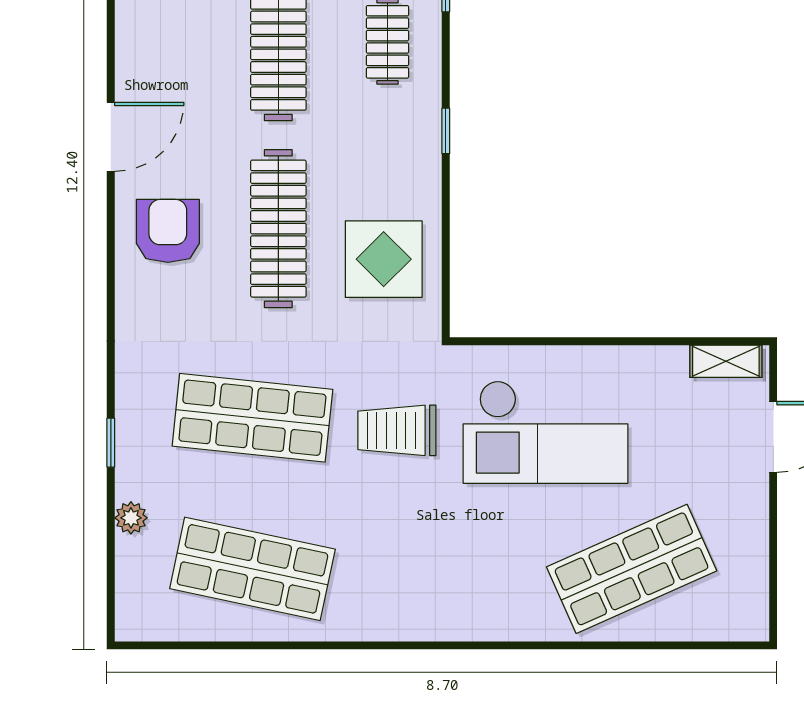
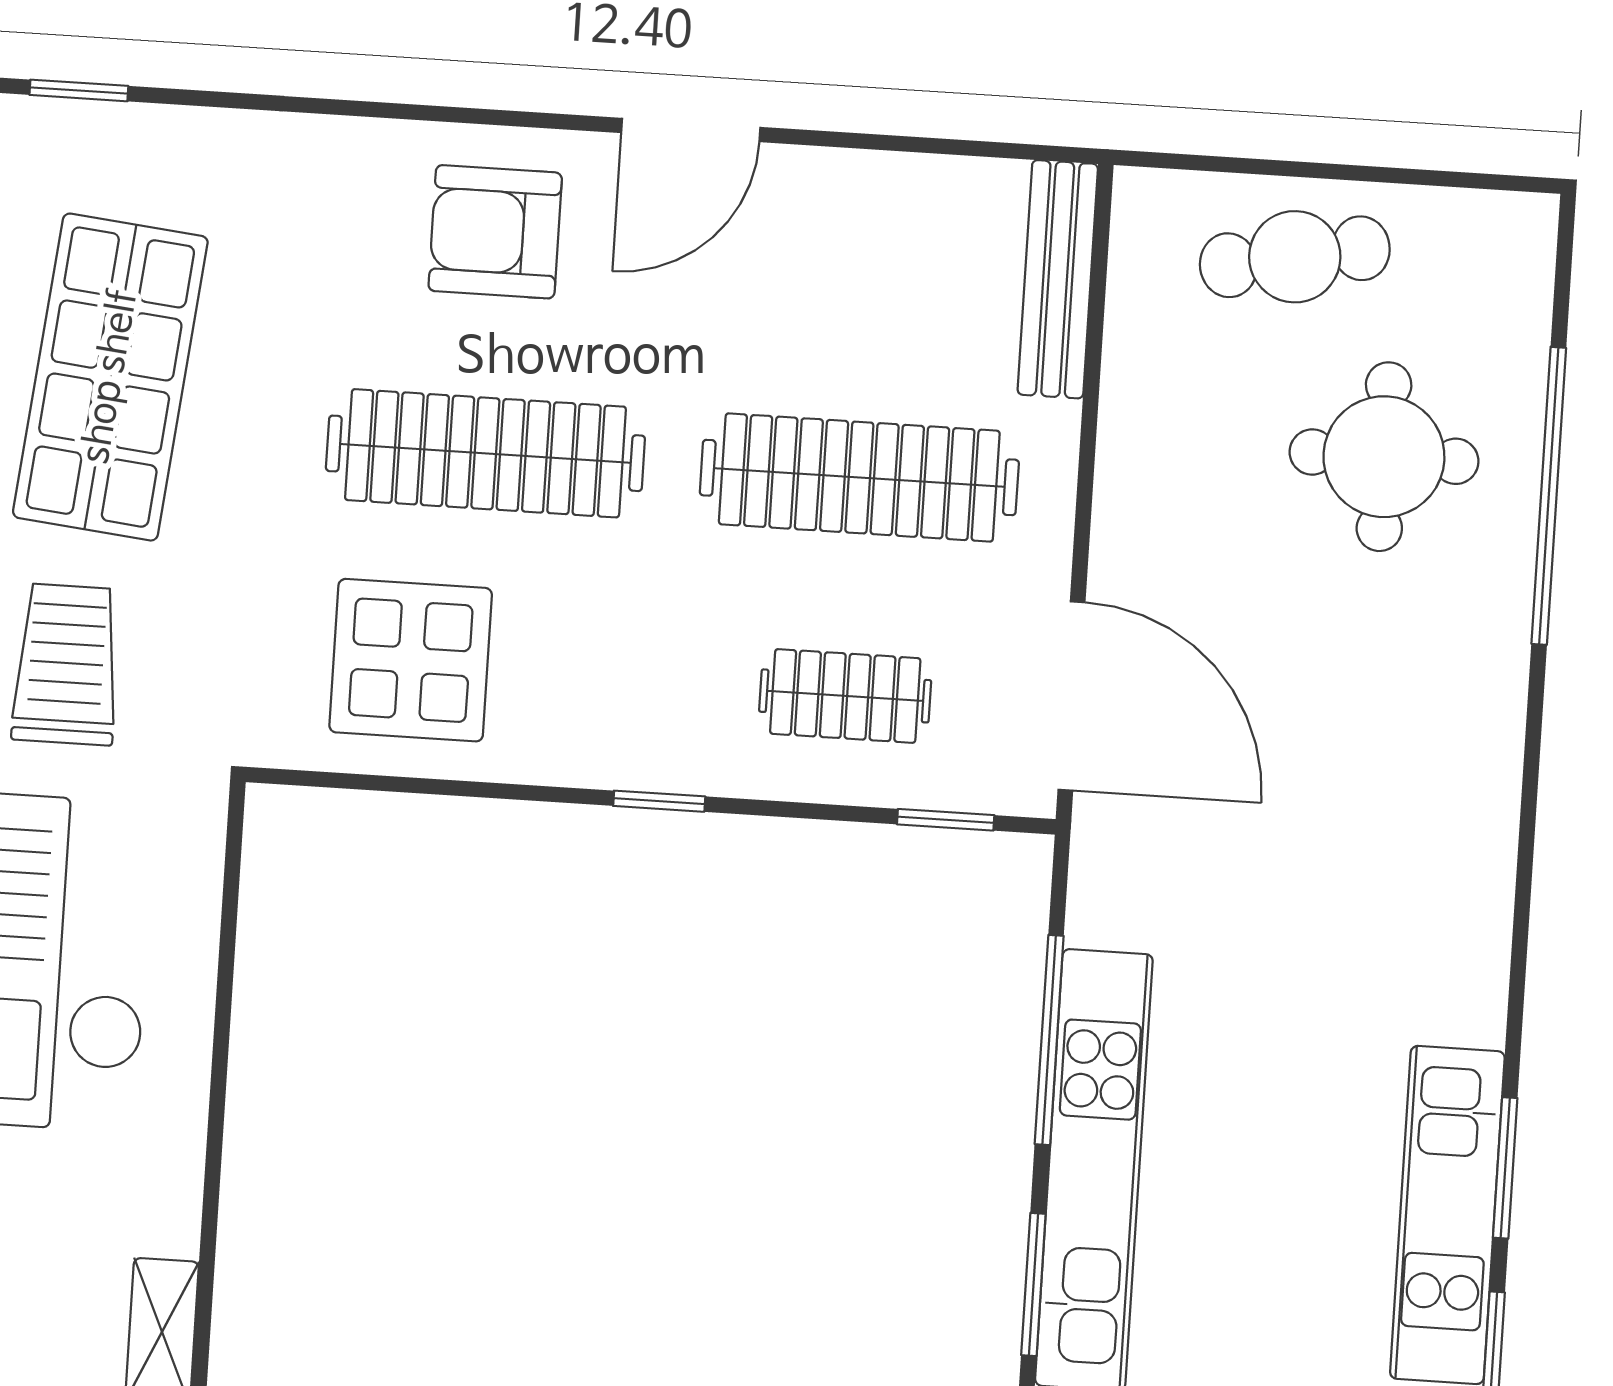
door: (111, 137) -> (691, 130), hinge flipped
armchair: (168, 231) -> (495, 232), turned 180

